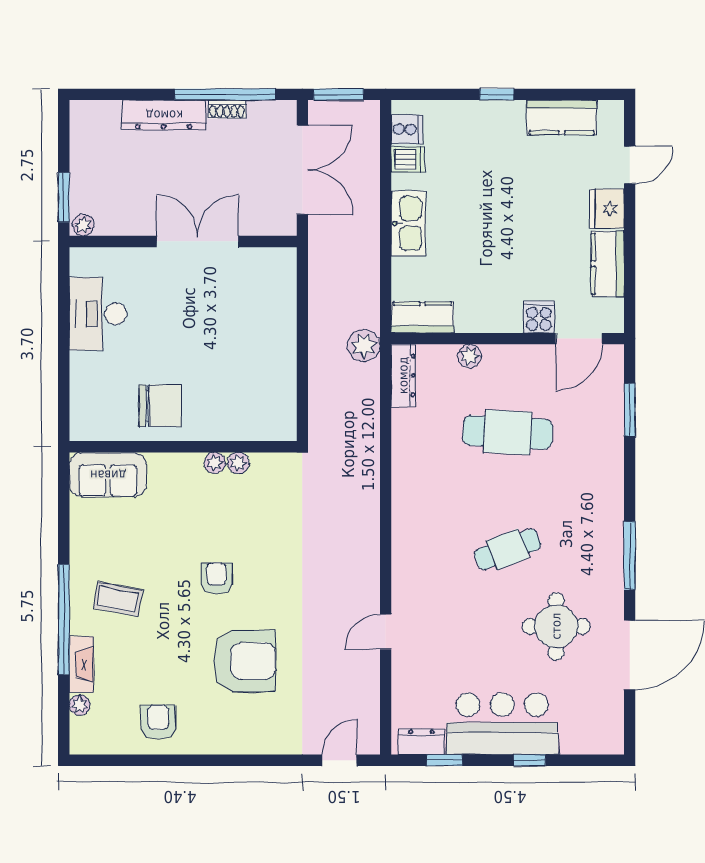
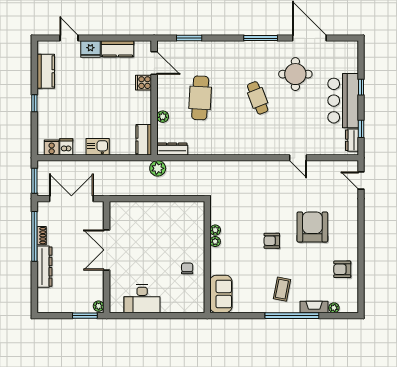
kitchen sink: (408, 223) -> (98, 147), width x0.73
chair: (160, 406) -> (187, 268), width x0.54, depth x0.54

